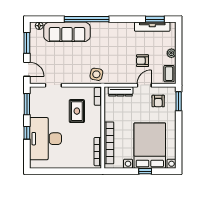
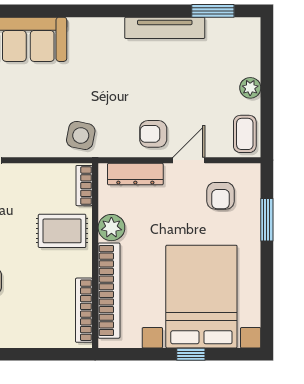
window: (87, 19) -> (59, 11), removed
tv unit: (152, 27) -> (165, 28), moved
armchair: (142, 61) -> (153, 134), moved
window: (179, 101) -> (267, 220), moved
rug: (77, 111) -> (62, 231), moved, turned 90
plant: (110, 115) -> (111, 228), added

